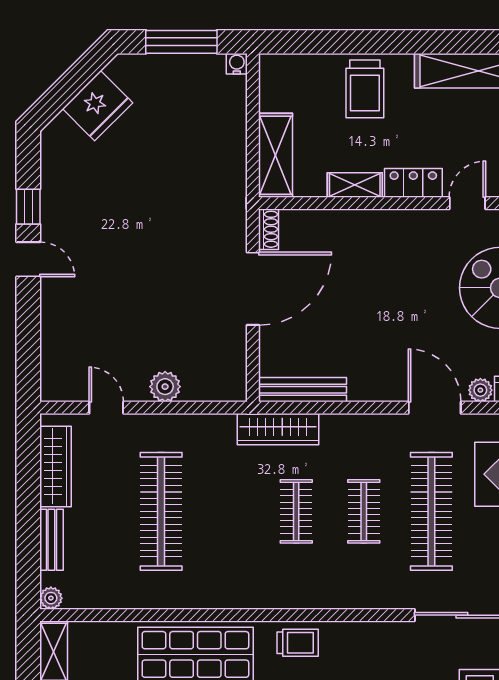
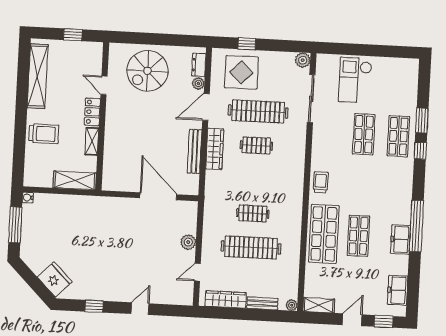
fridge: (98, 106) -> (55, 279), moved
shoe rack: (269, 229) -> (112, 186), removed
door: (28, 259) -> (140, 309), moved
door: (253, 289) -> (158, 196), moved
bench: (303, 390) -> (195, 151), moved
wardrobe: (278, 429) -> (215, 149), moved
clothes rail: (296, 511) -> (253, 213), moved

